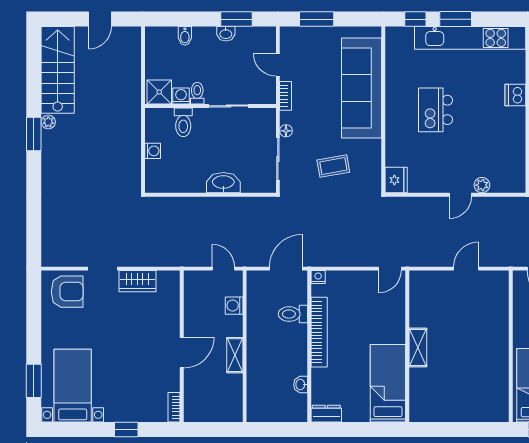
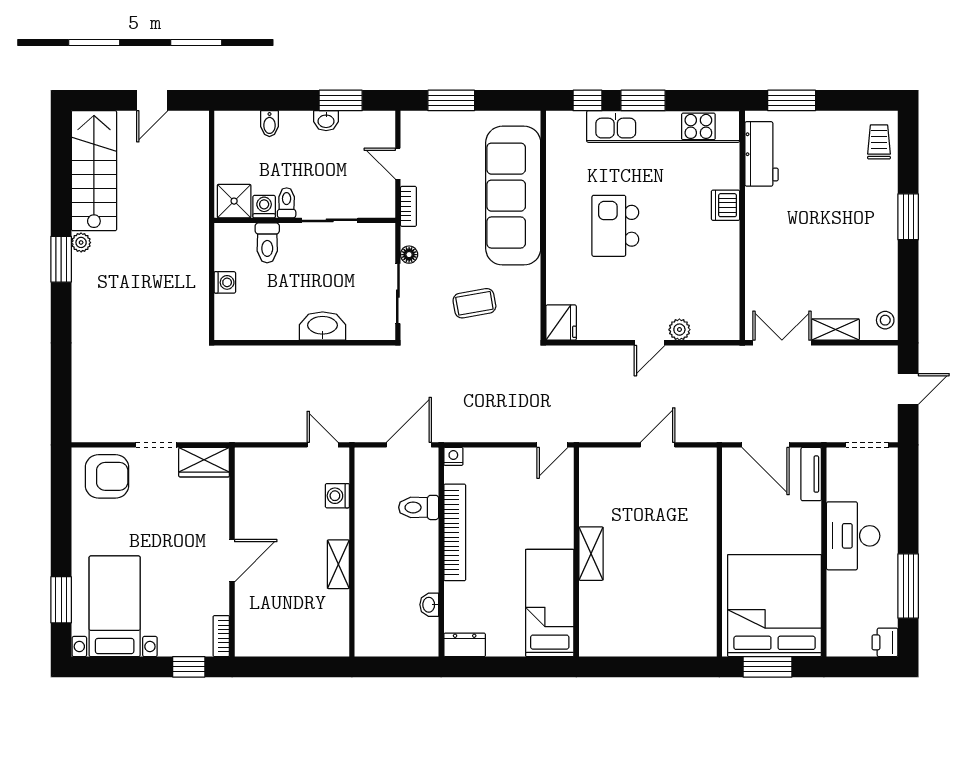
wall: (182, 346) -> (232, 552), moved
door: (182, 353) -> (232, 561), moved
bookcase: (174, 407) -> (221, 636), moved

